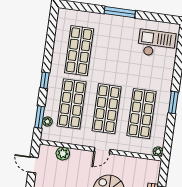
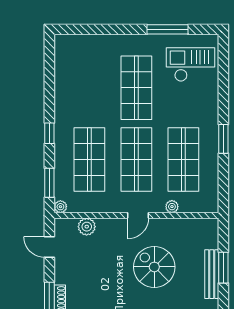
window: (120, 12) -> (167, 29), moved
shop shelf: (79, 51) -> (136, 88), moved
plant: (47, 121) -> (60, 207), moved
plant: (158, 152) -> (172, 207), moved

